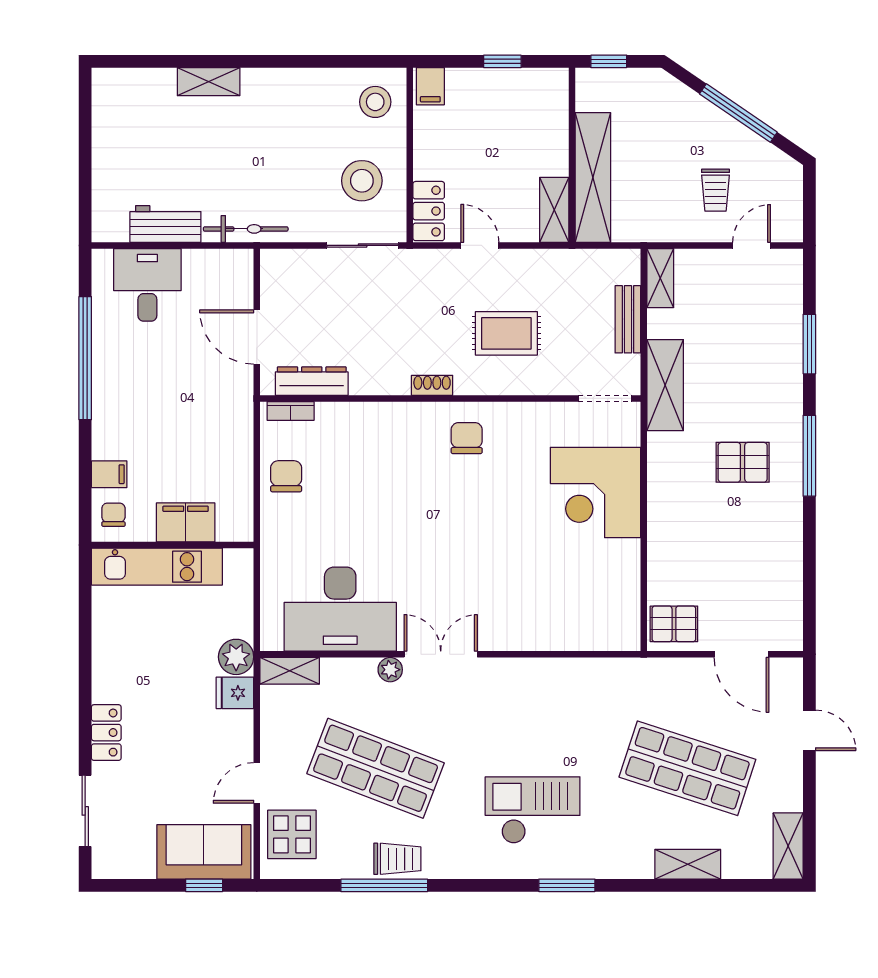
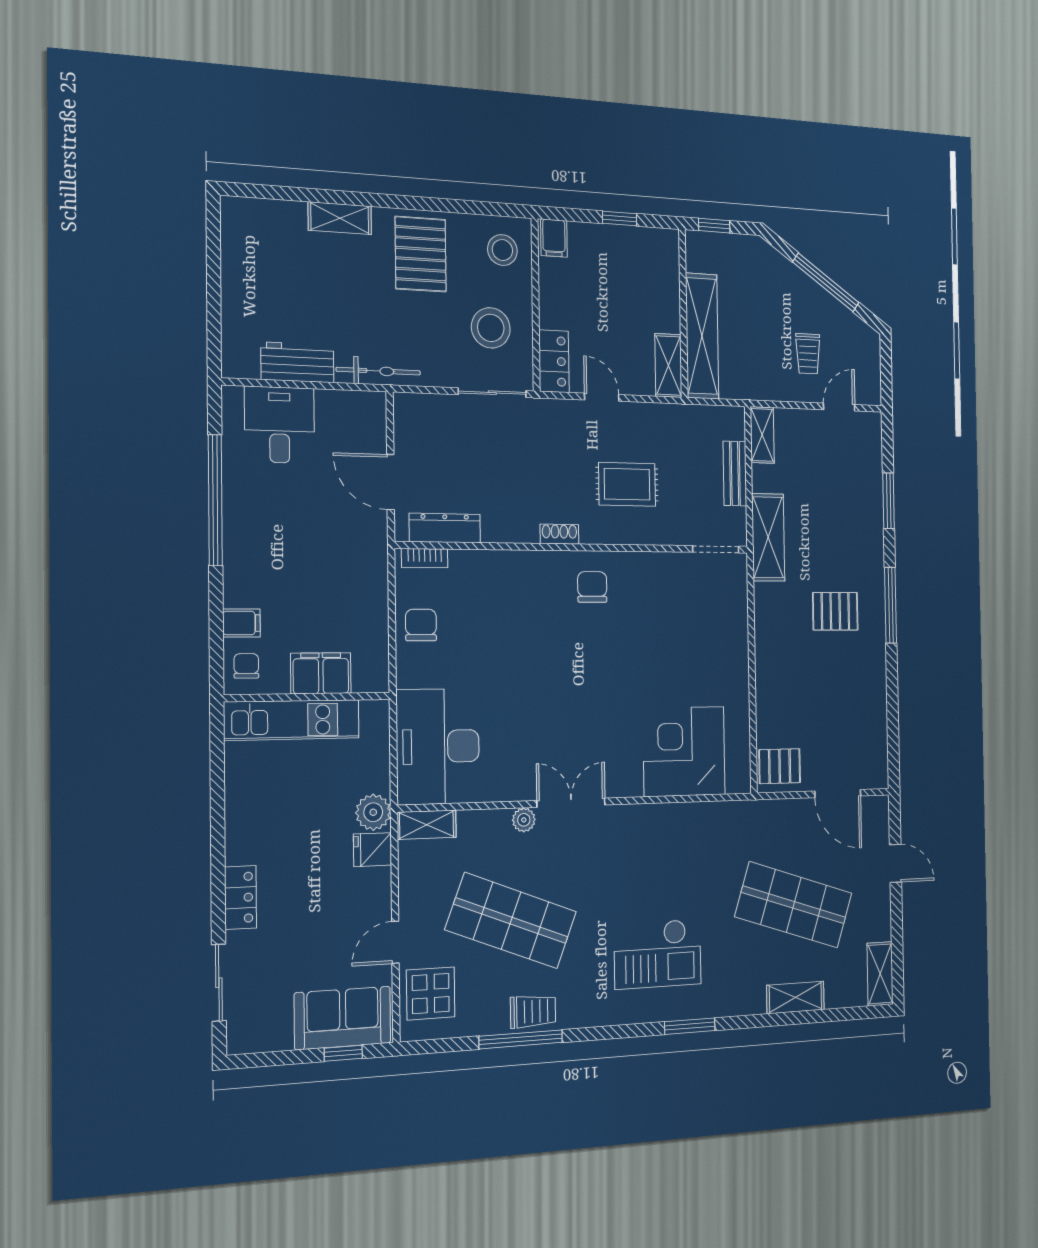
pallet: (290, 111) -> (421, 254), added
corner desk: (596, 493) -> (684, 751), moved, turned 90
desk: (340, 609) -> (438, 746), moved, turned 90
checkout: (533, 810) -> (658, 954), turned 180

